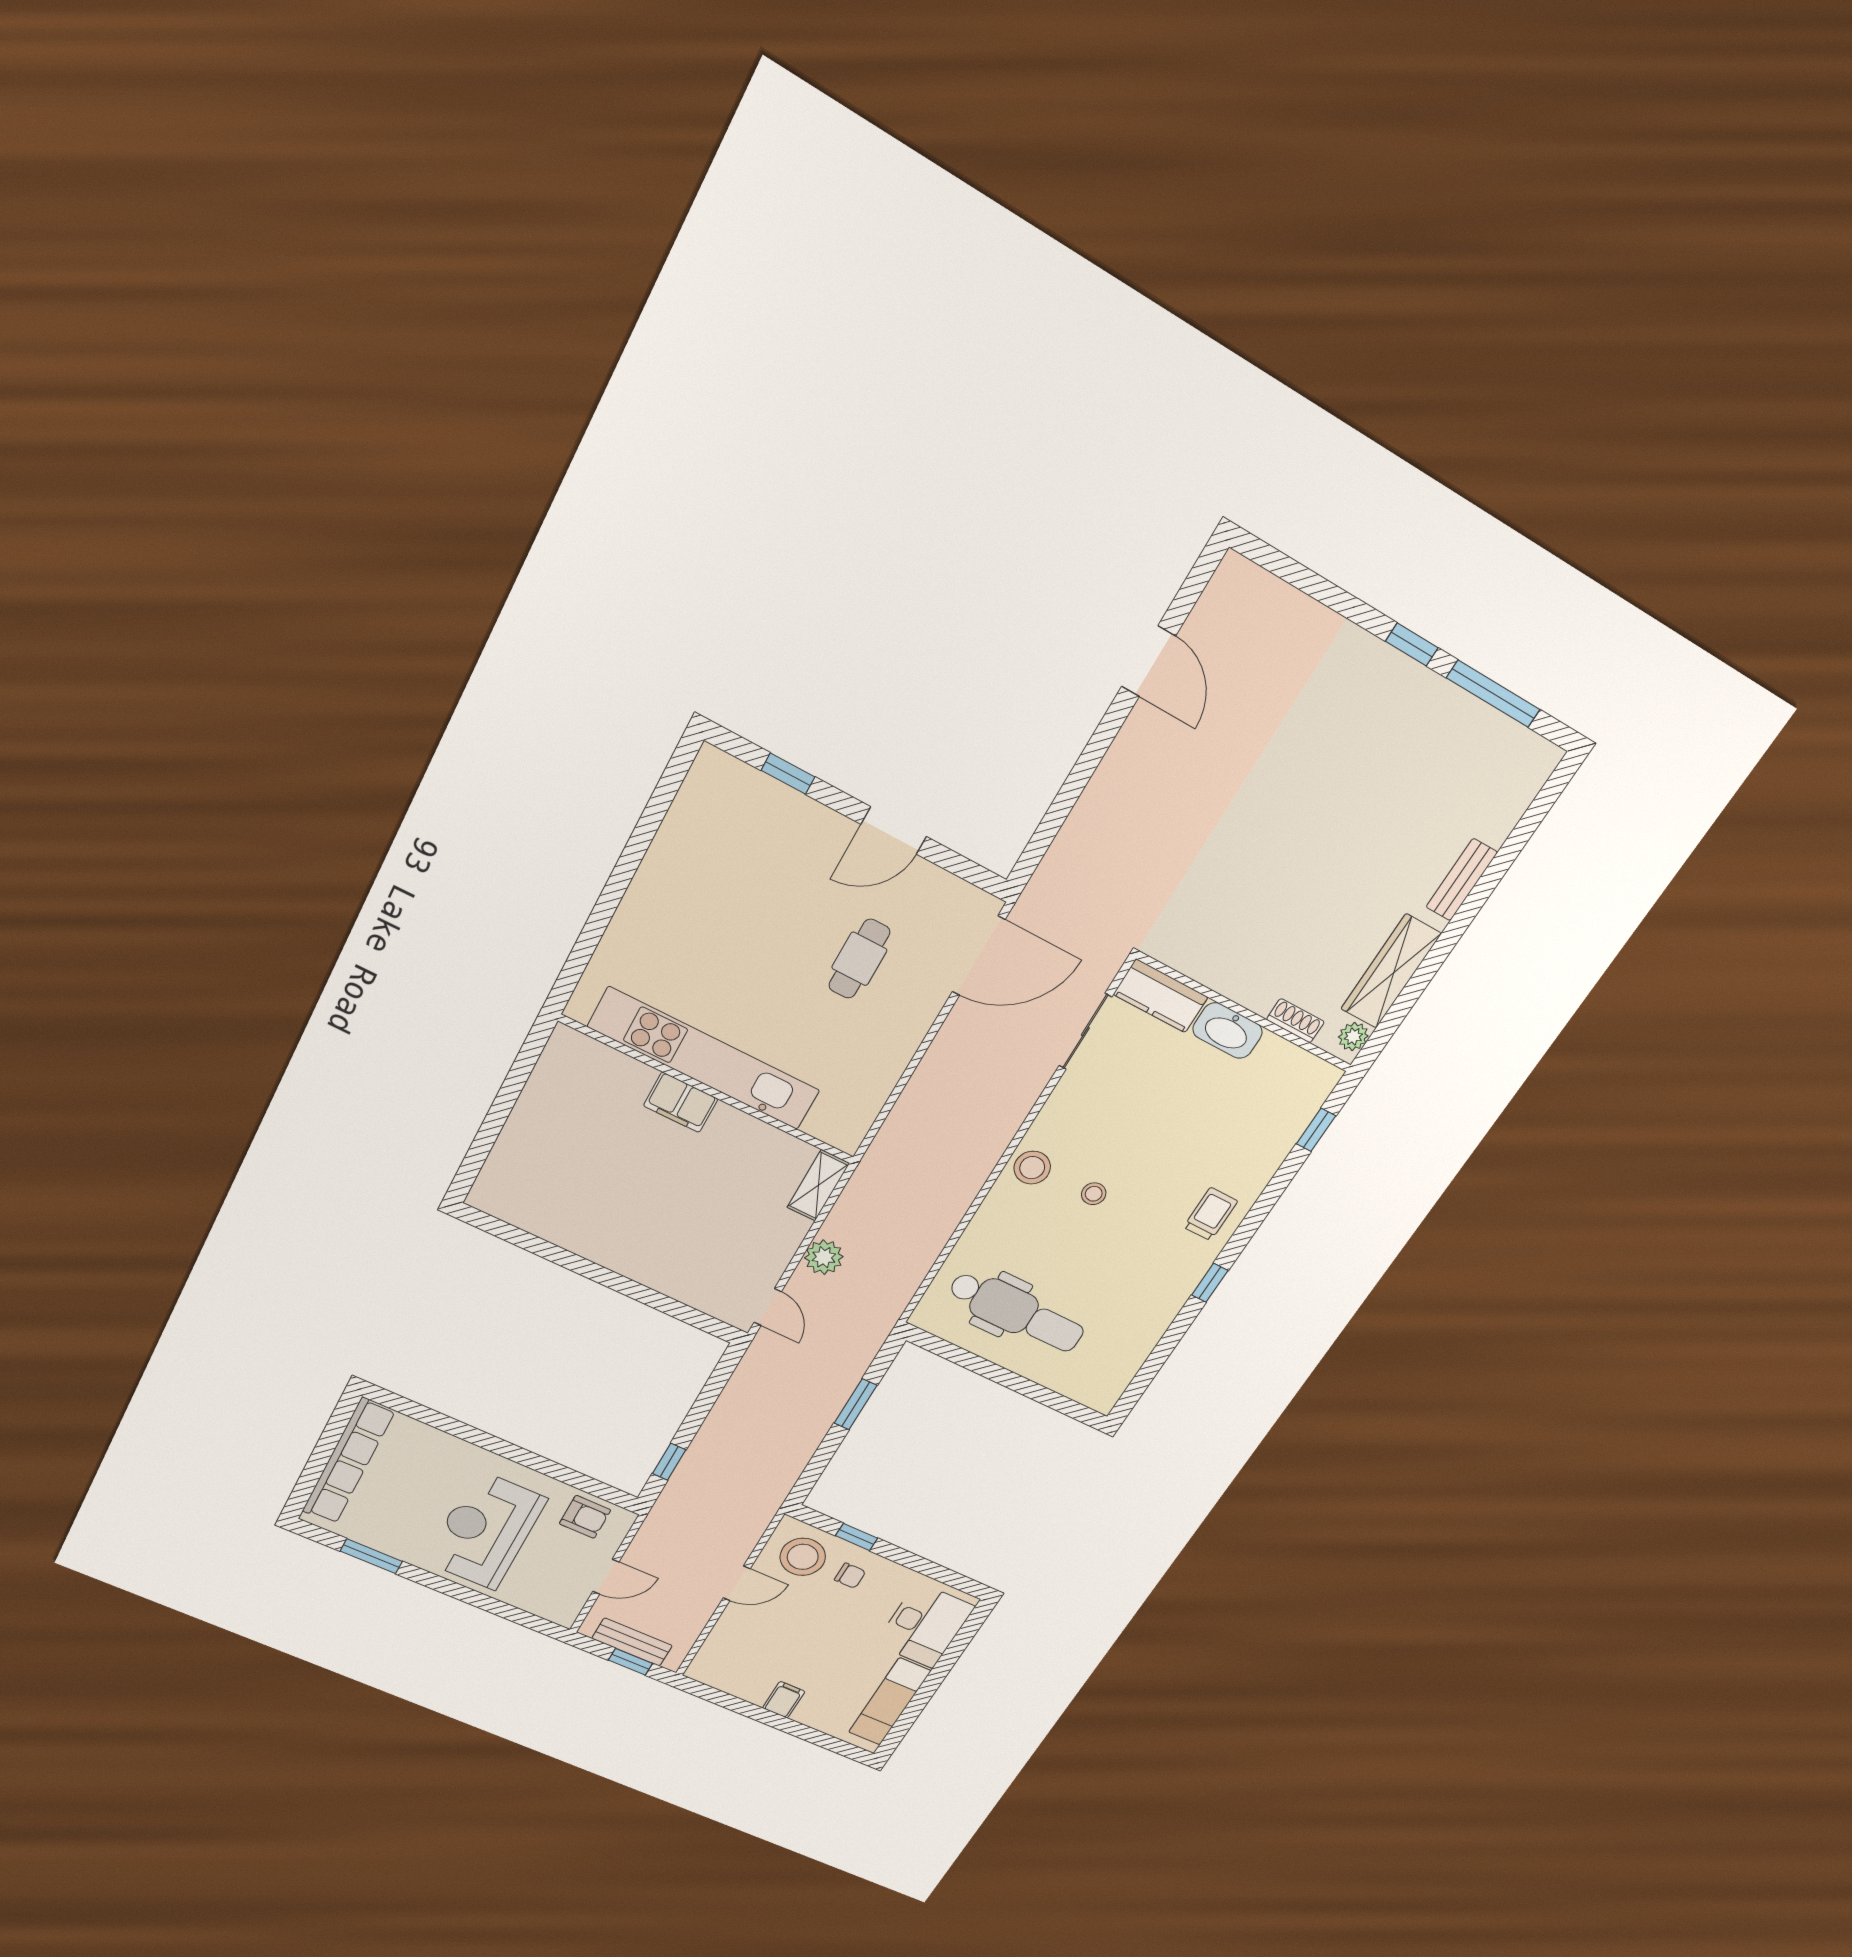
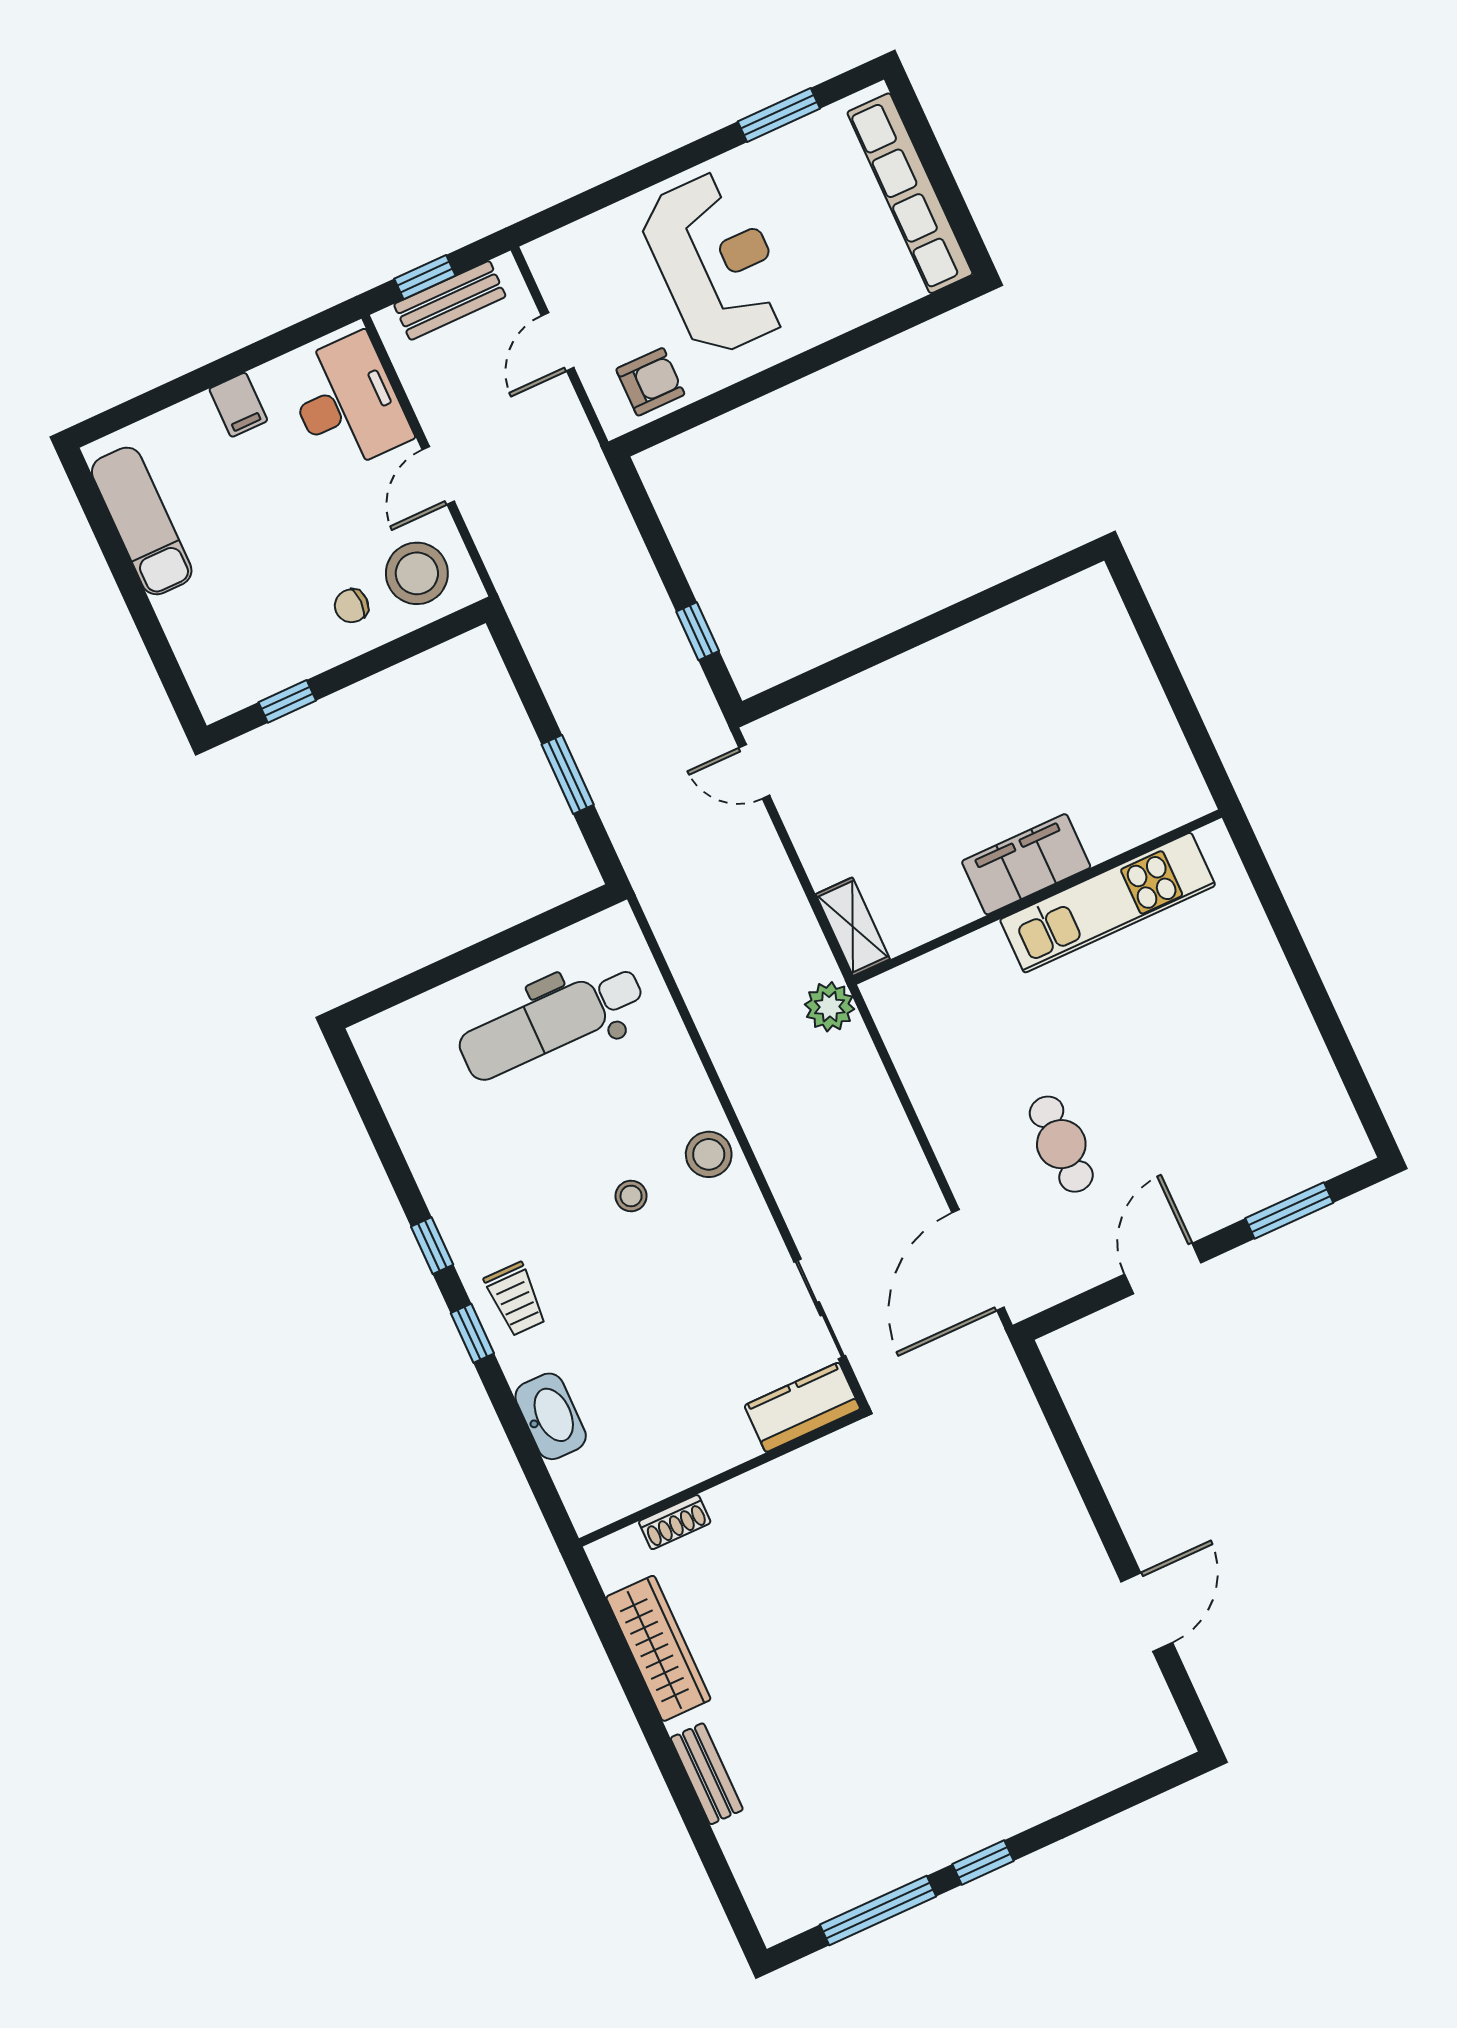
door: (1148, 661) -> (1147, 1612), swing flipped
window: (788, 774) -> (1289, 1211), width x1.50
washbasin: (1228, 1031) -> (551, 1416), moved, turned 90
plant: (1353, 1037) -> (613, 1569), removed
kitchen unit: (704, 1059) -> (1108, 903), width x0.73
filing cabinet: (681, 1102) -> (1026, 864), width x1.50, depth x1.17
window: (1316, 1130) -> (472, 1333), moved
plant: (824, 1257) -> (830, 1007), moved
window: (669, 1462) -> (698, 631), moved
armchair: (585, 1517) -> (650, 382), turned 180
window: (857, 1537) -> (287, 701), moved
desk: (925, 1625) -> (348, 403), moved, turned 180

